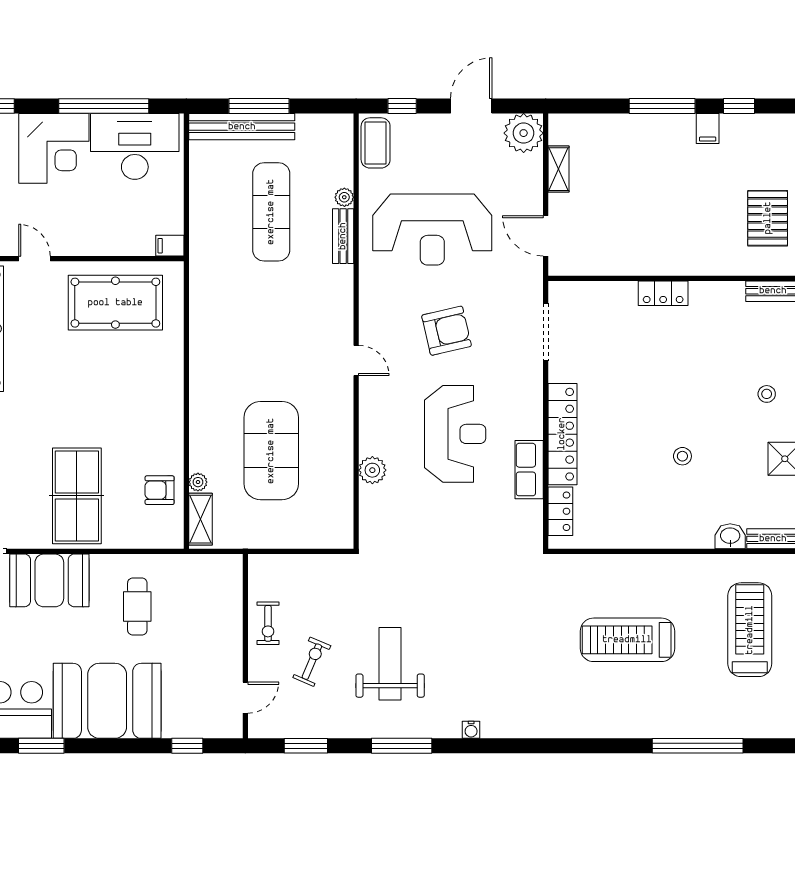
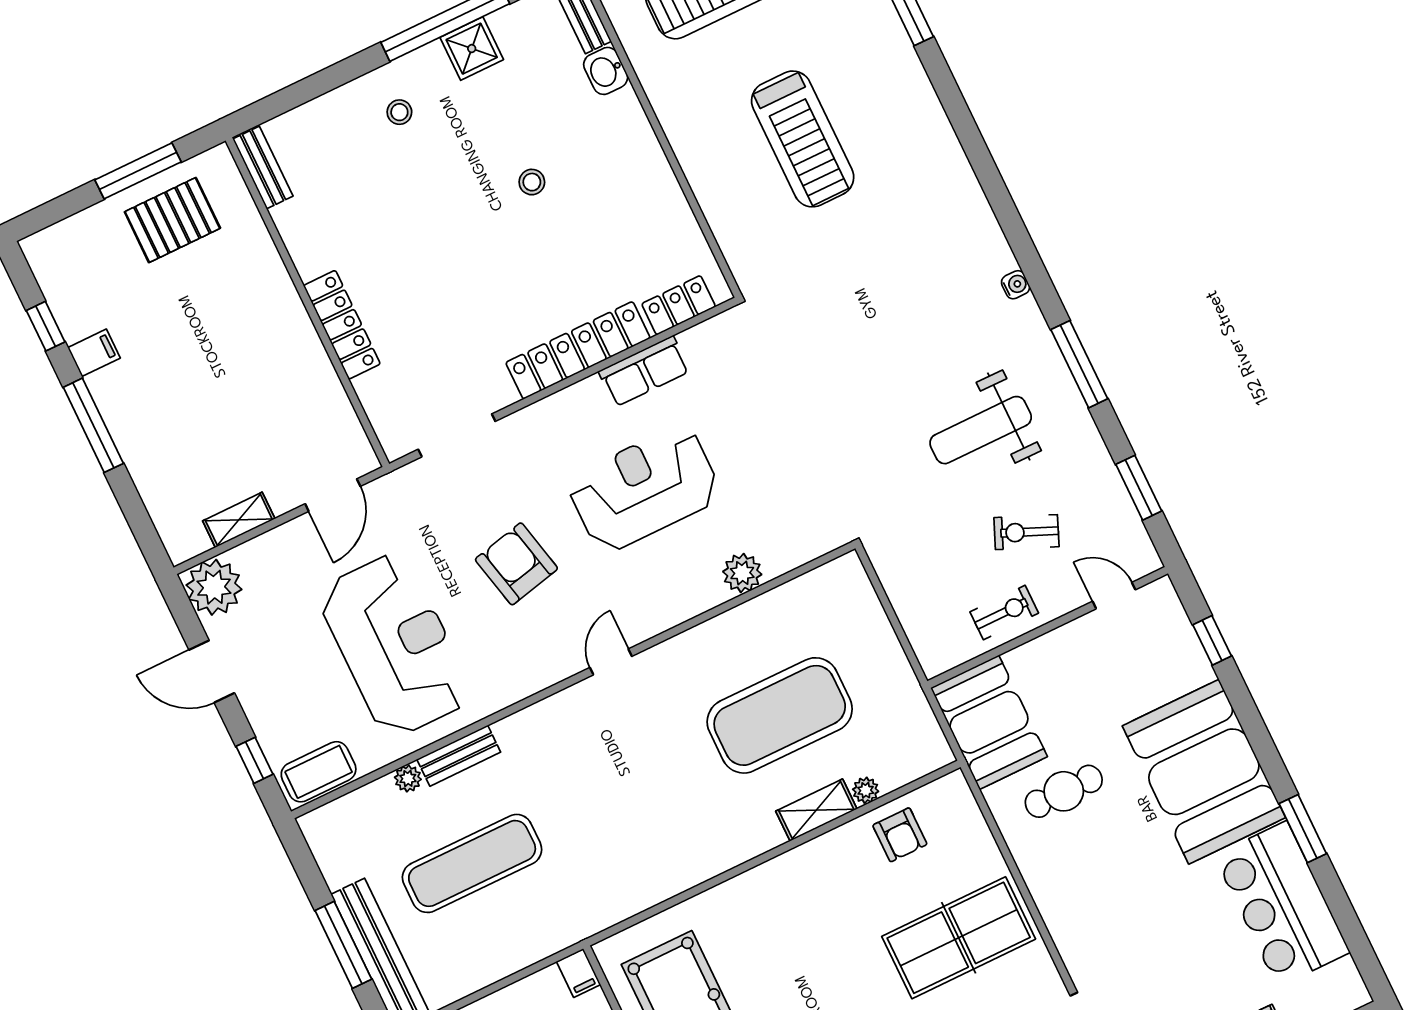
locker: (663, 293) -> (342, 325), width x1.53
shelving: (200, 519) -> (816, 810), moved
booth: (49, 580) -> (989, 722), moved

